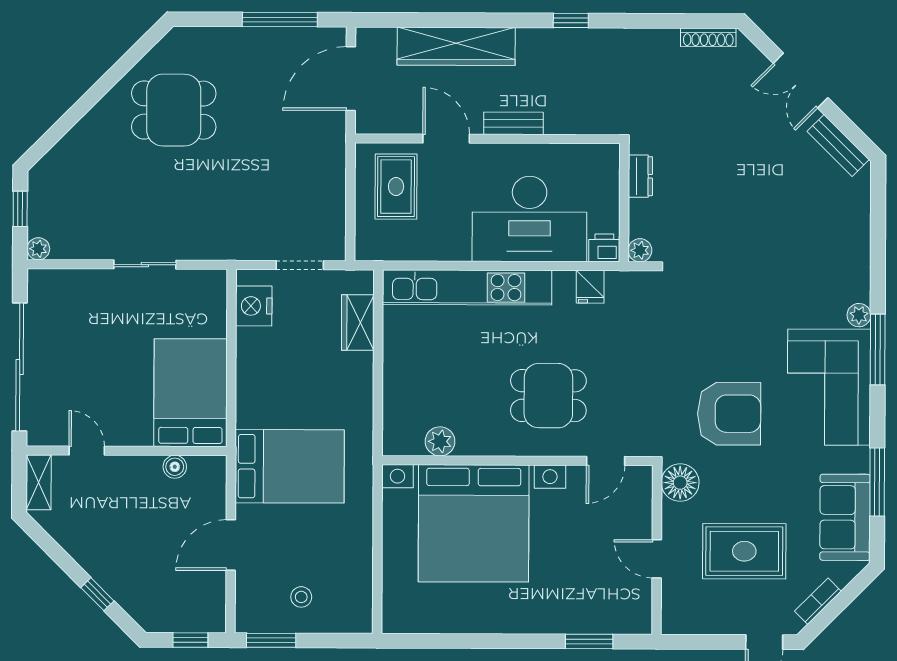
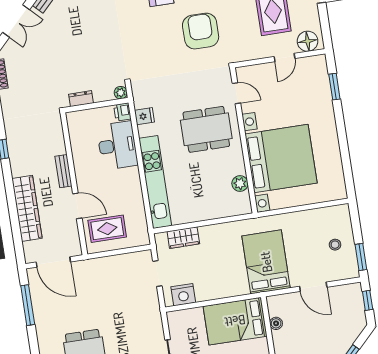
door: (446, 139) -> (77, 206), swing flipped
desk: (529, 219) -> (117, 145), width x0.73, depth x0.77
dining table: (548, 396) -> (206, 129), width x1.37
floor lamp: (680, 483) -> (308, 41), moved

